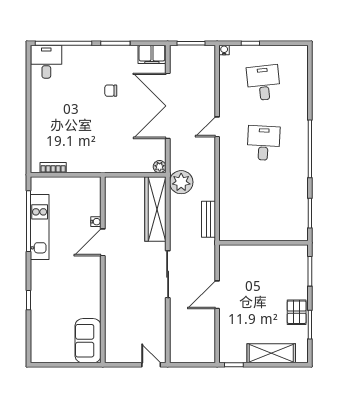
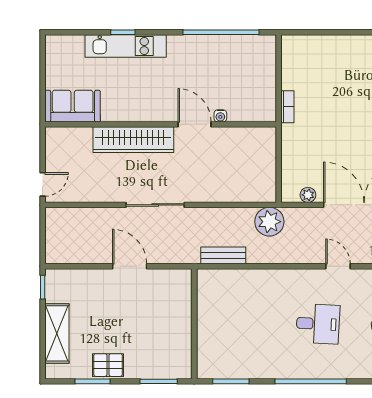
plant: (160, 167) -> (308, 195), moved
bookcase: (53, 168) -> (287, 107), moved
wardrobe: (155, 209) -> (133, 140), moved, turned 180
kitchen unit: (40, 227) -> (126, 46), moved

